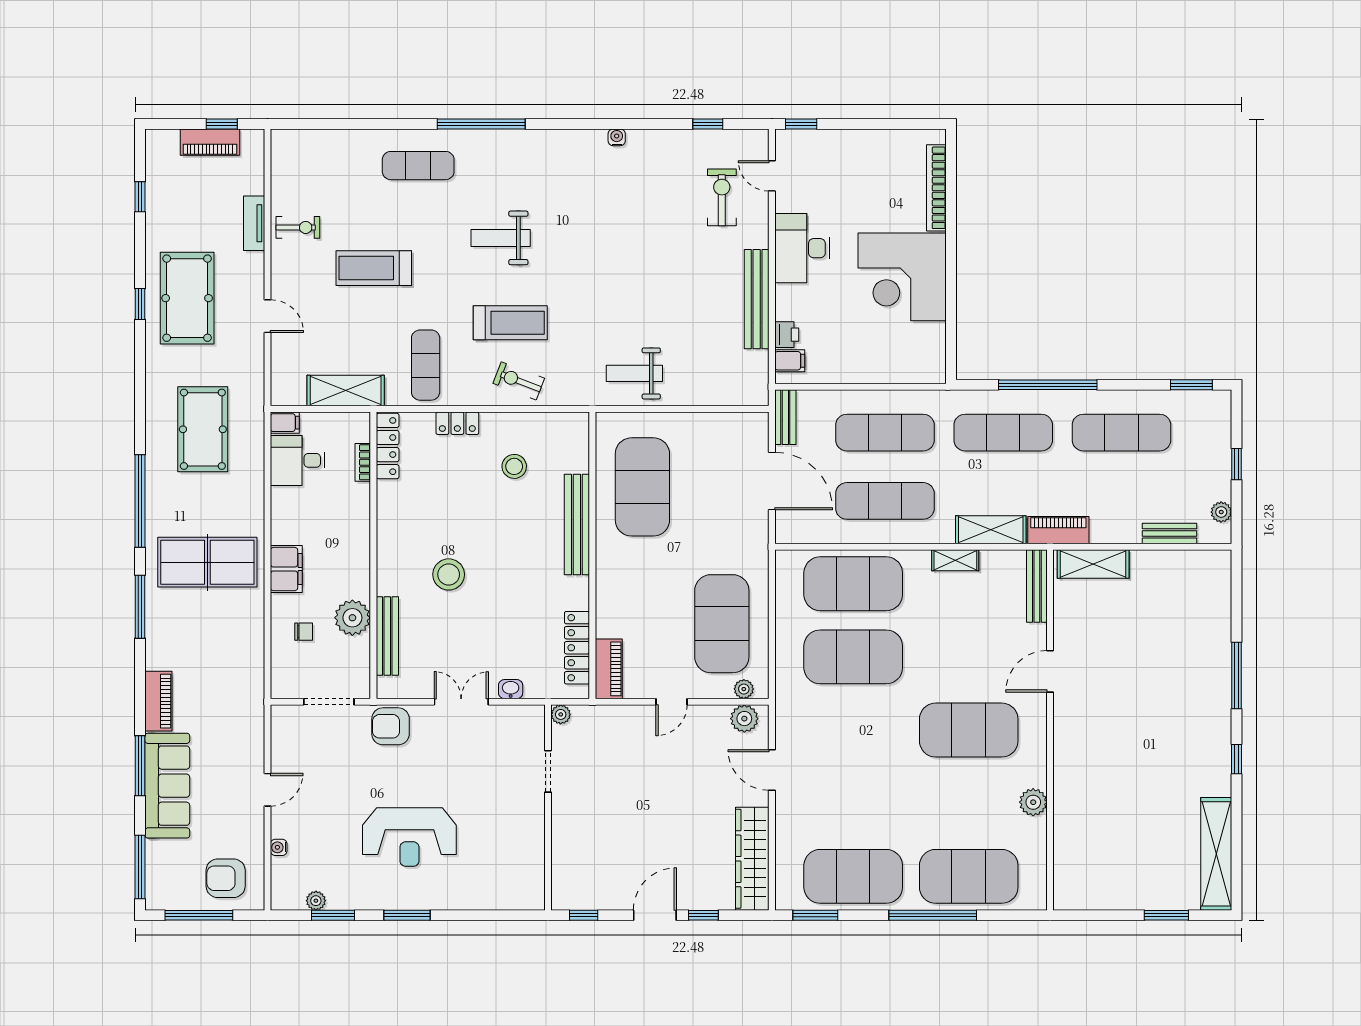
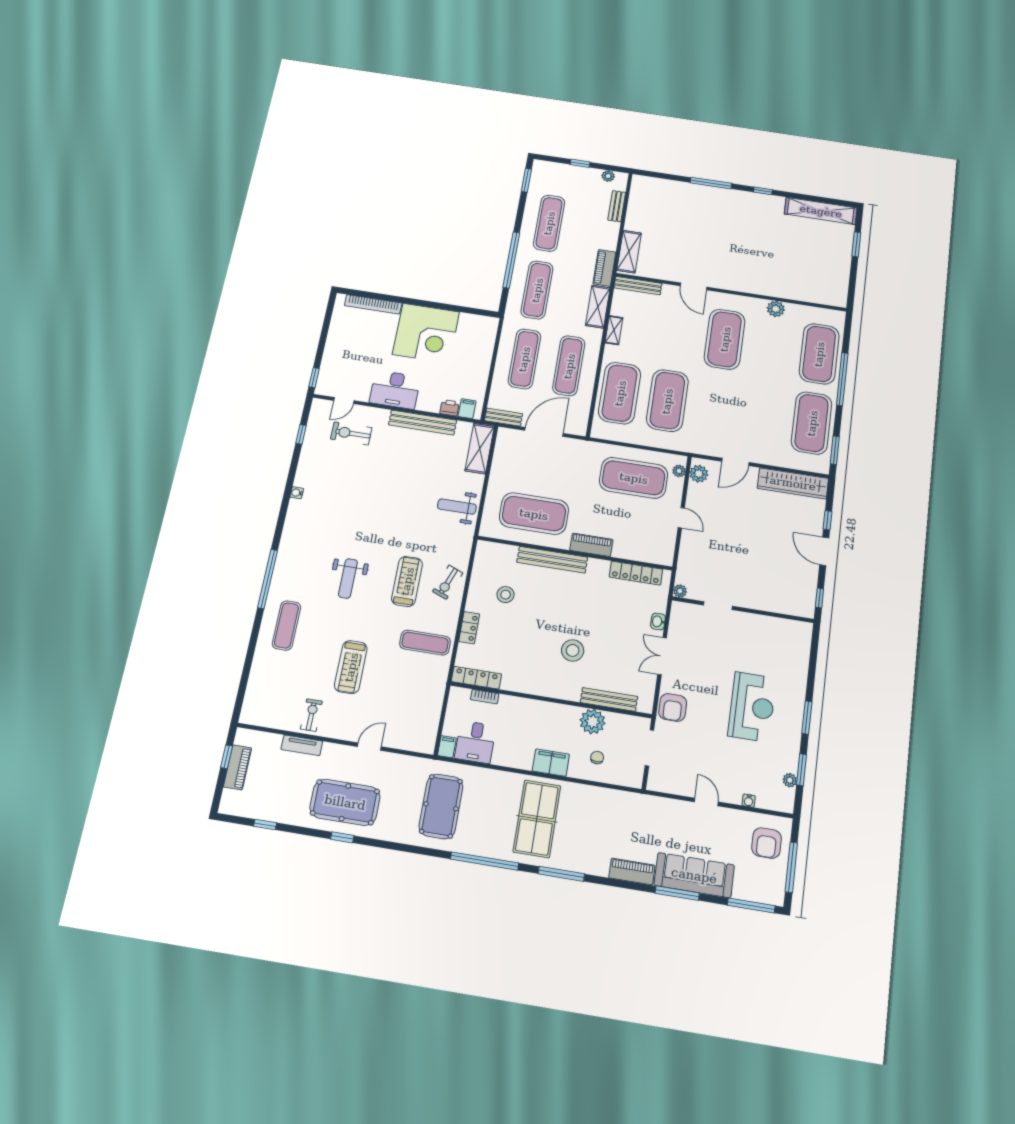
weight bench: (634, 373) -> (457, 507), turned 90
shelving: (346, 391) -> (480, 449), moved
pool table: (203, 429) -> (441, 806), turned 90
piano: (609, 669) -> (591, 545), moved

